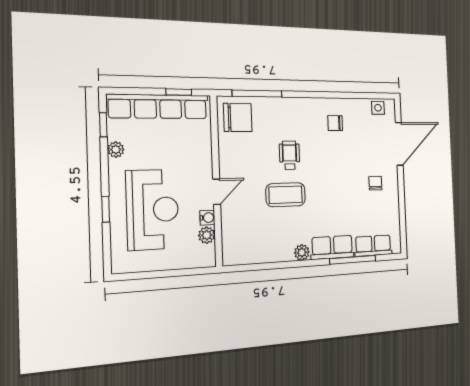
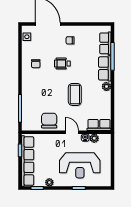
chair: (238, 117) -> (49, 121), moved
wheelchair: (290, 155) -> (62, 64), moved
reception desk: (153, 210) -> (80, 165), turned 180
row of seats: (232, 243) -> (99, 125), added

